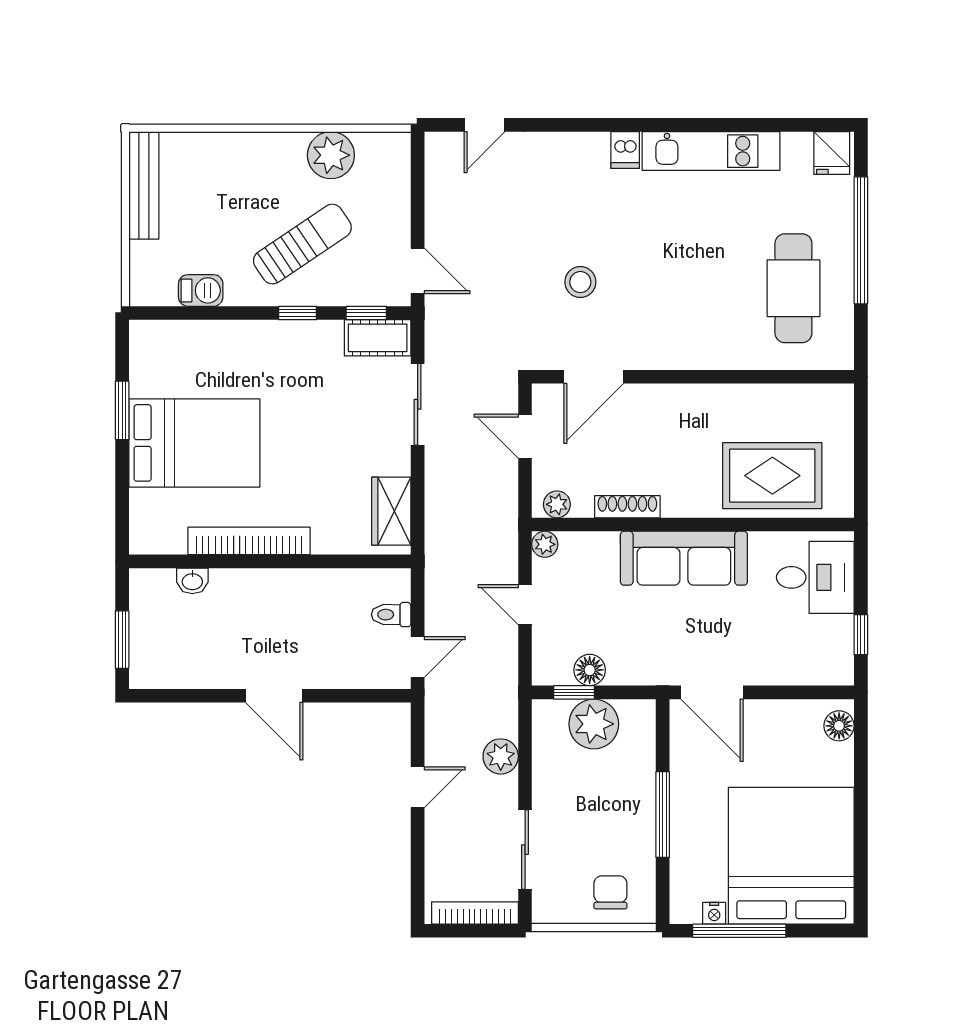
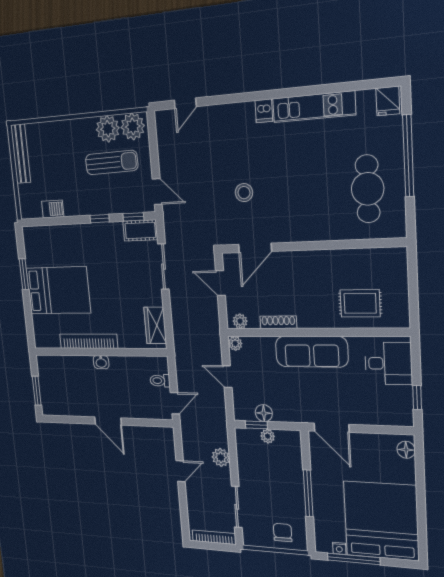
plant: (381, 155) -> (133, 126), added
sun lounger: (302, 244) -> (112, 163), moved, turned 33
rug: (772, 476) -> (360, 303), width x0.73, depth x0.70
washbasin: (192, 581) -> (101, 362), moved
plant: (594, 724) -> (268, 436), width x0.53, depth x0.53

